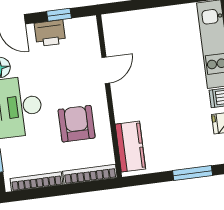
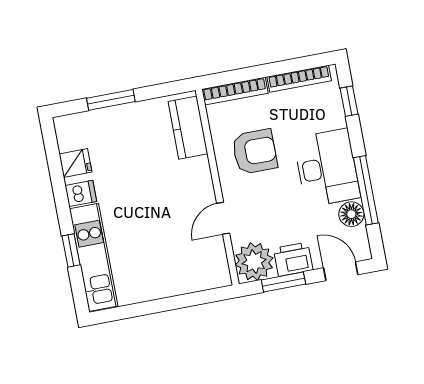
window: (59, 15) -> (283, 282), width x1.50
plant: (82, 33) -> (254, 262), added
armchair: (77, 124) -> (255, 152), turned -90

